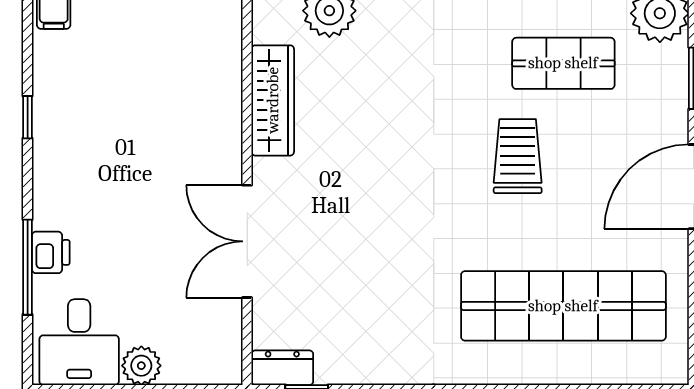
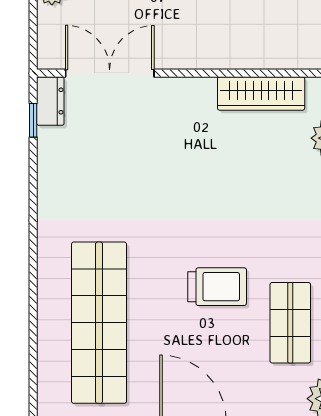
double door: (247, 241) -> (110, 73), moved

